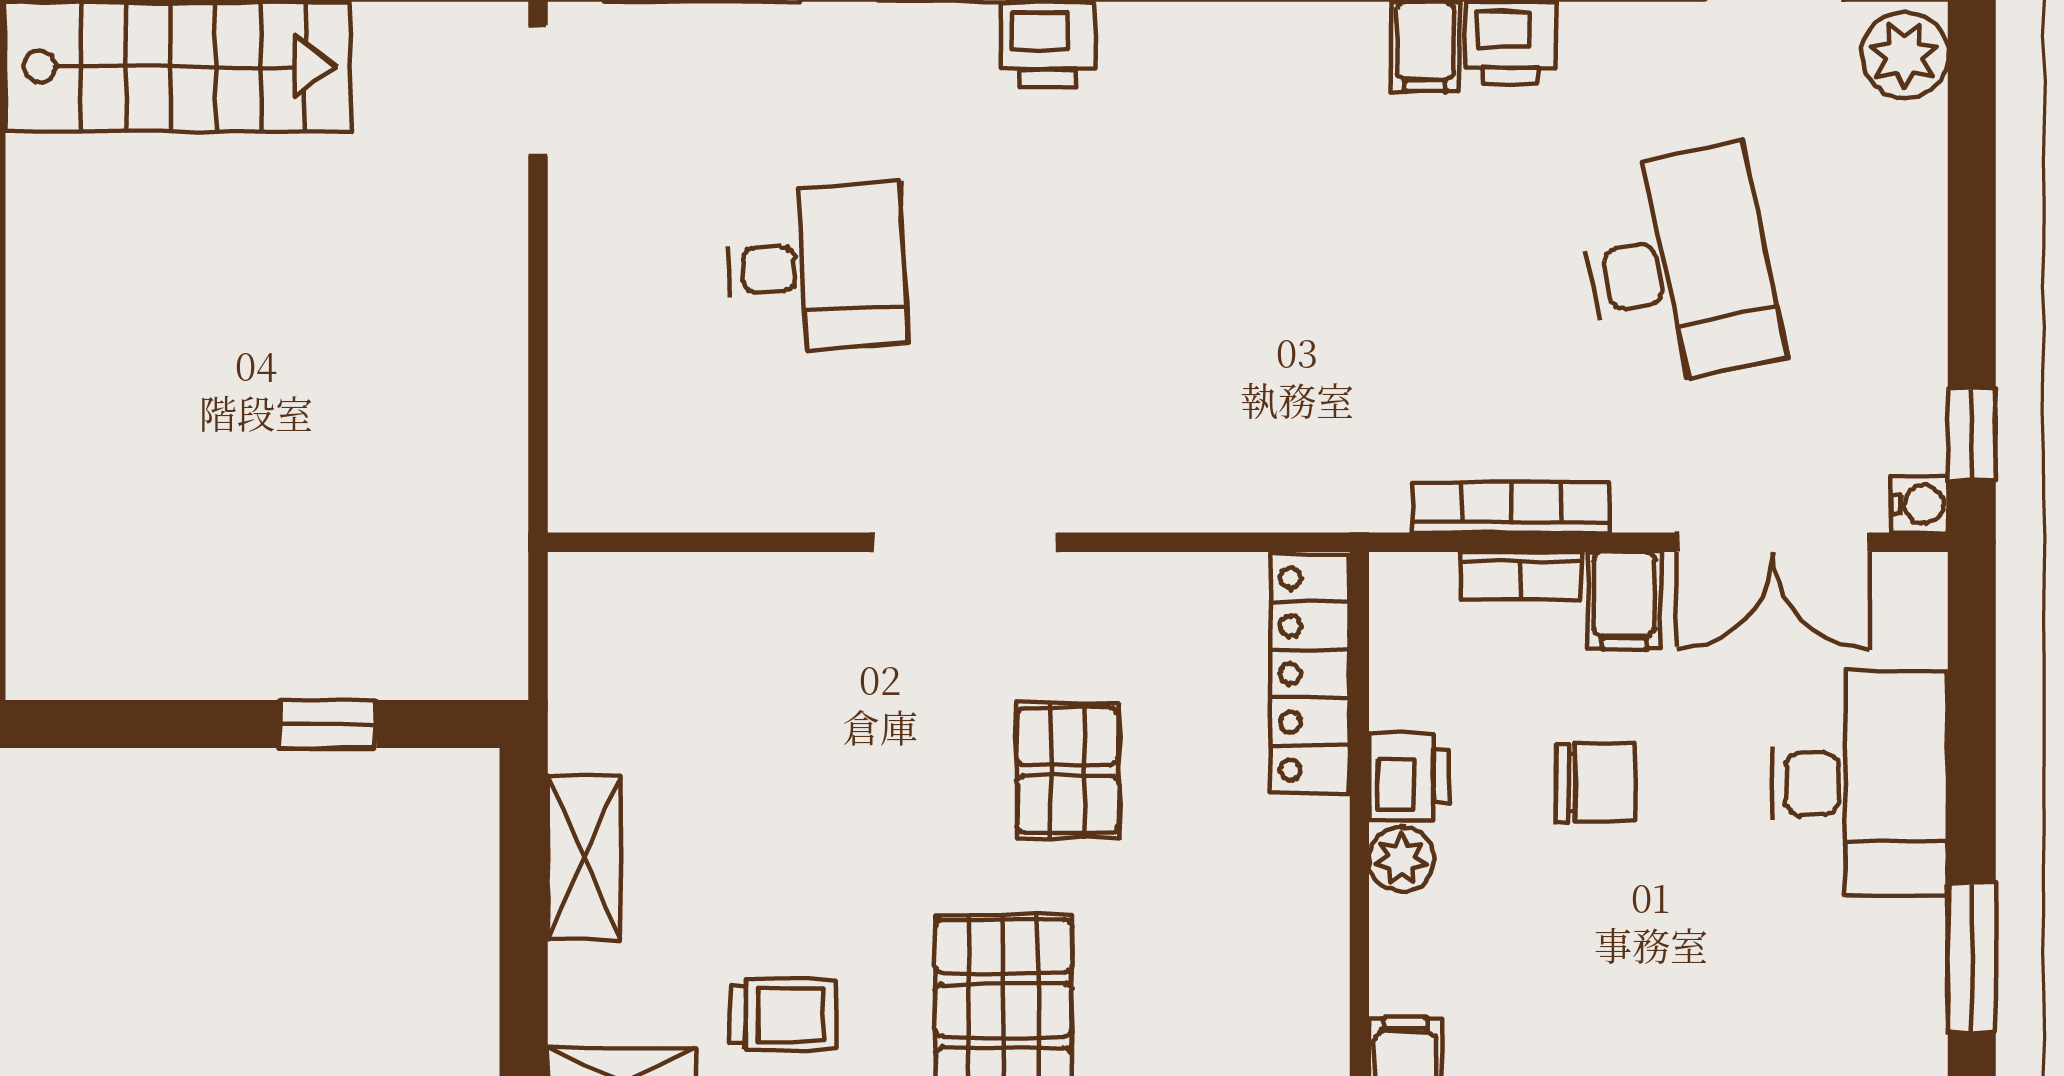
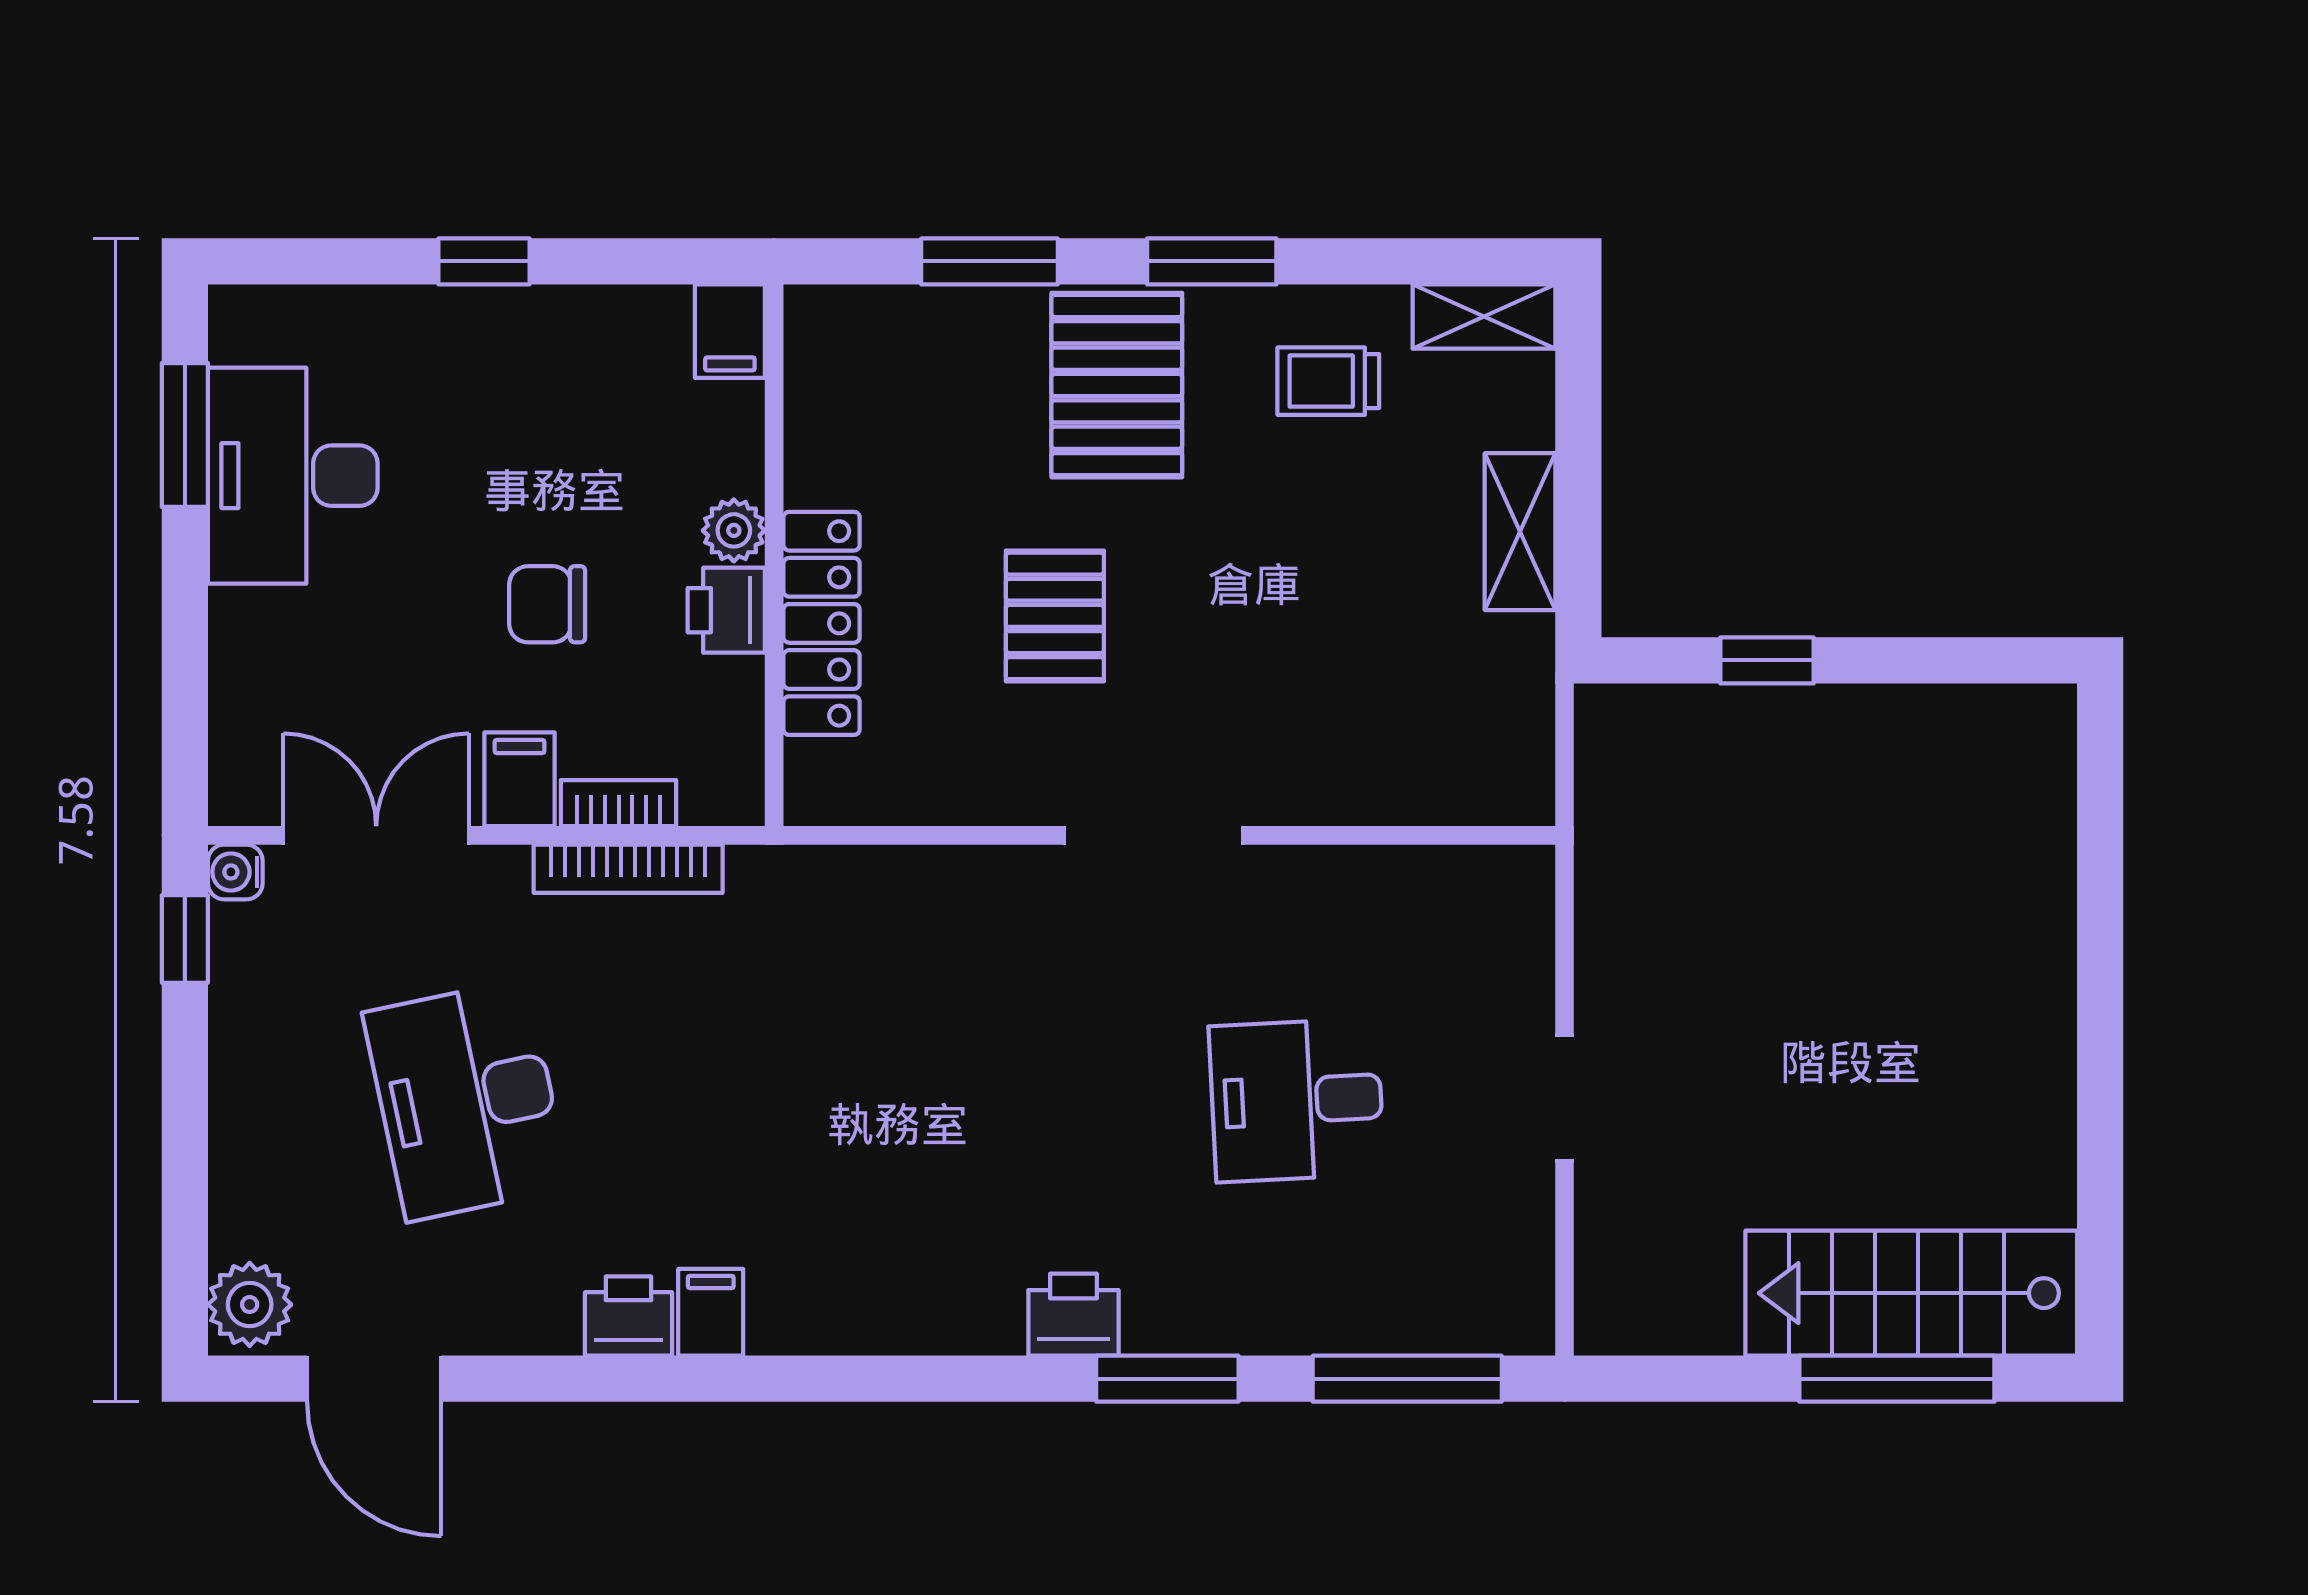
doorway: (538, 91) -> (1565, 1098), moved
locker: (1310, 674) -> (822, 623), moved
desk: (1860, 783) -> (293, 476), moved

